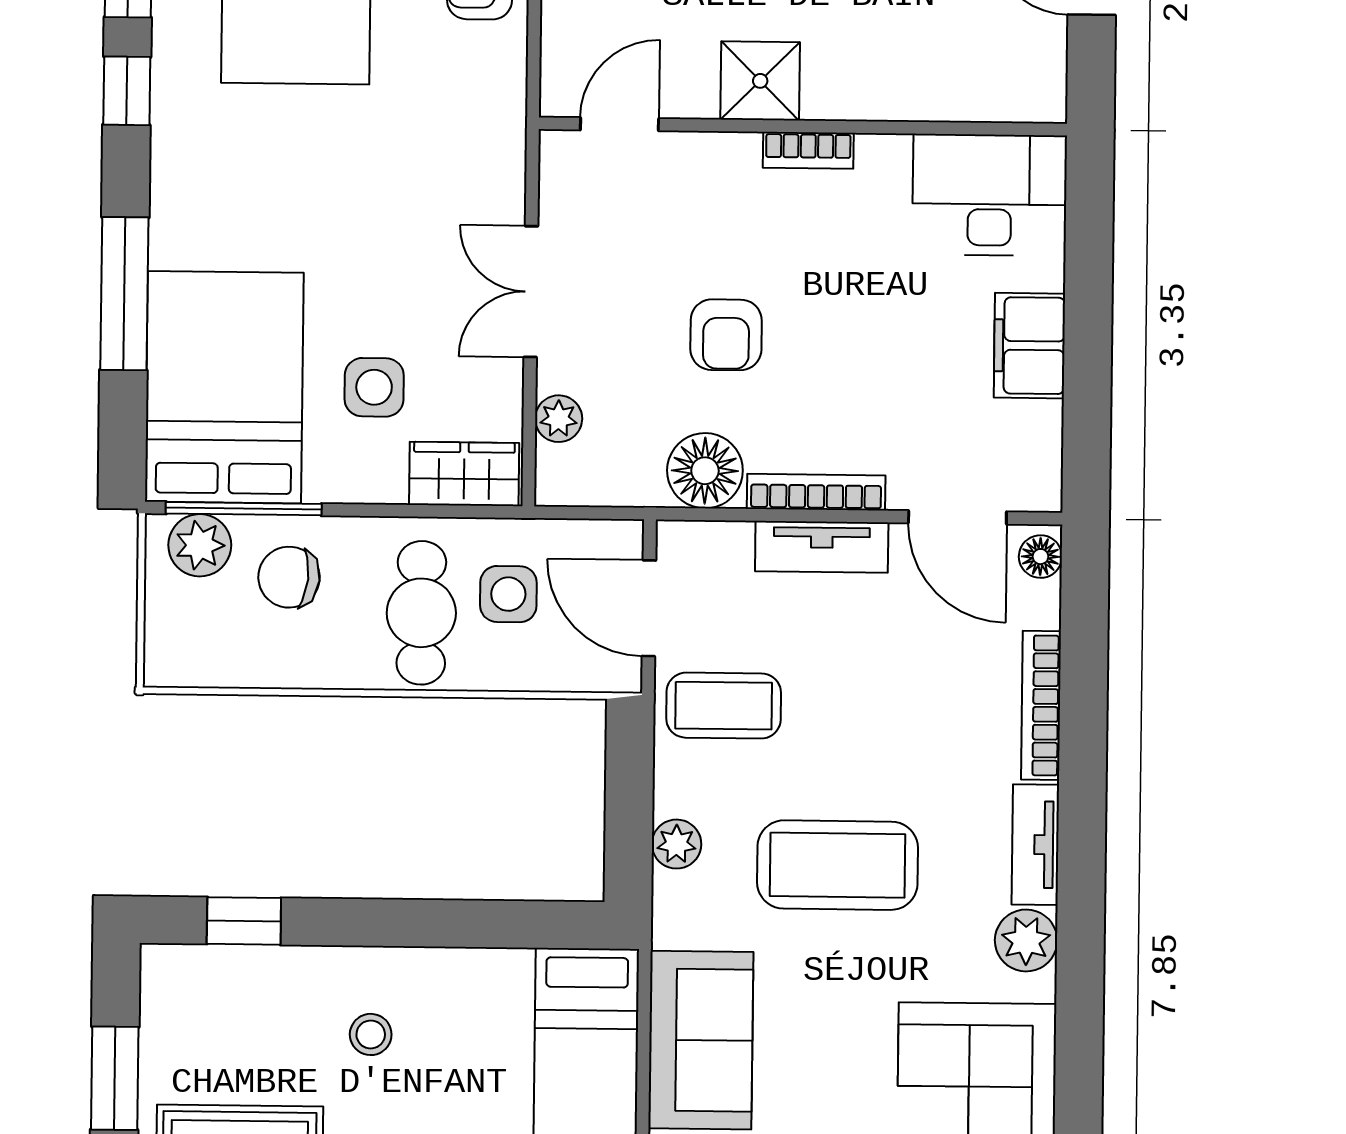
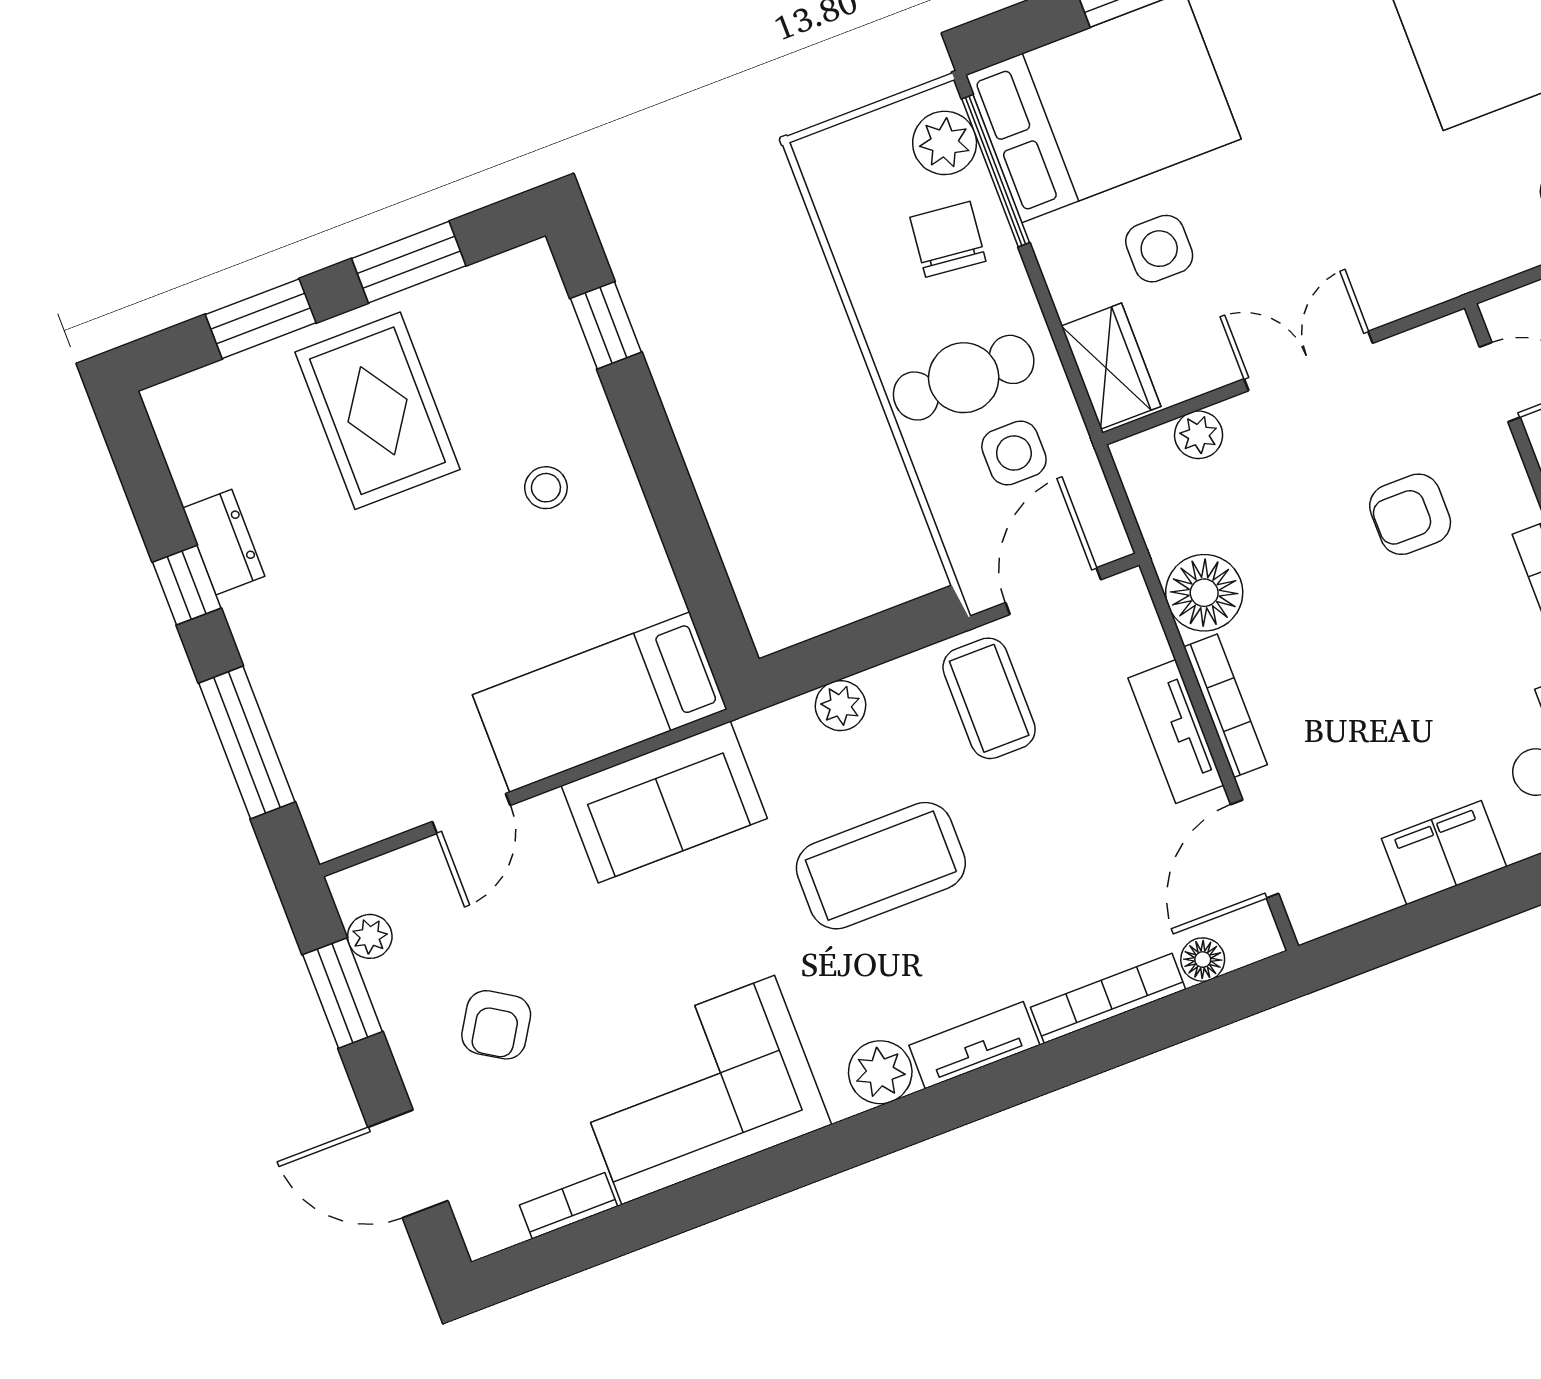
armchair: (726, 335) -> (1410, 514), moved
floor lamp: (1040, 557) -> (1203, 960), moved
coffee table: (837, 865) -> (881, 866), turned 90

